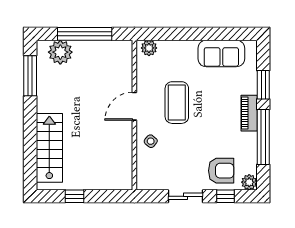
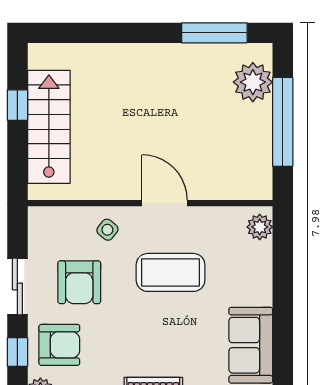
stairs: (49, 148) -> (49, 127), moved, turned -90
armchair: (183, 158) -> (79, 282), added
armchair: (221, 171) -> (59, 345), turned -90

